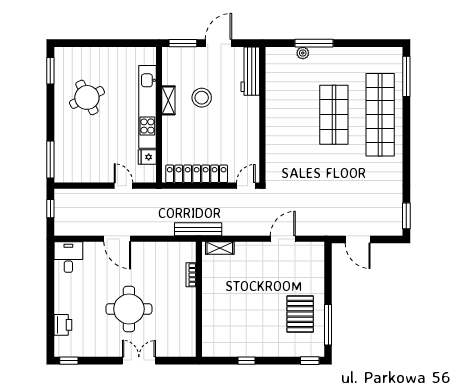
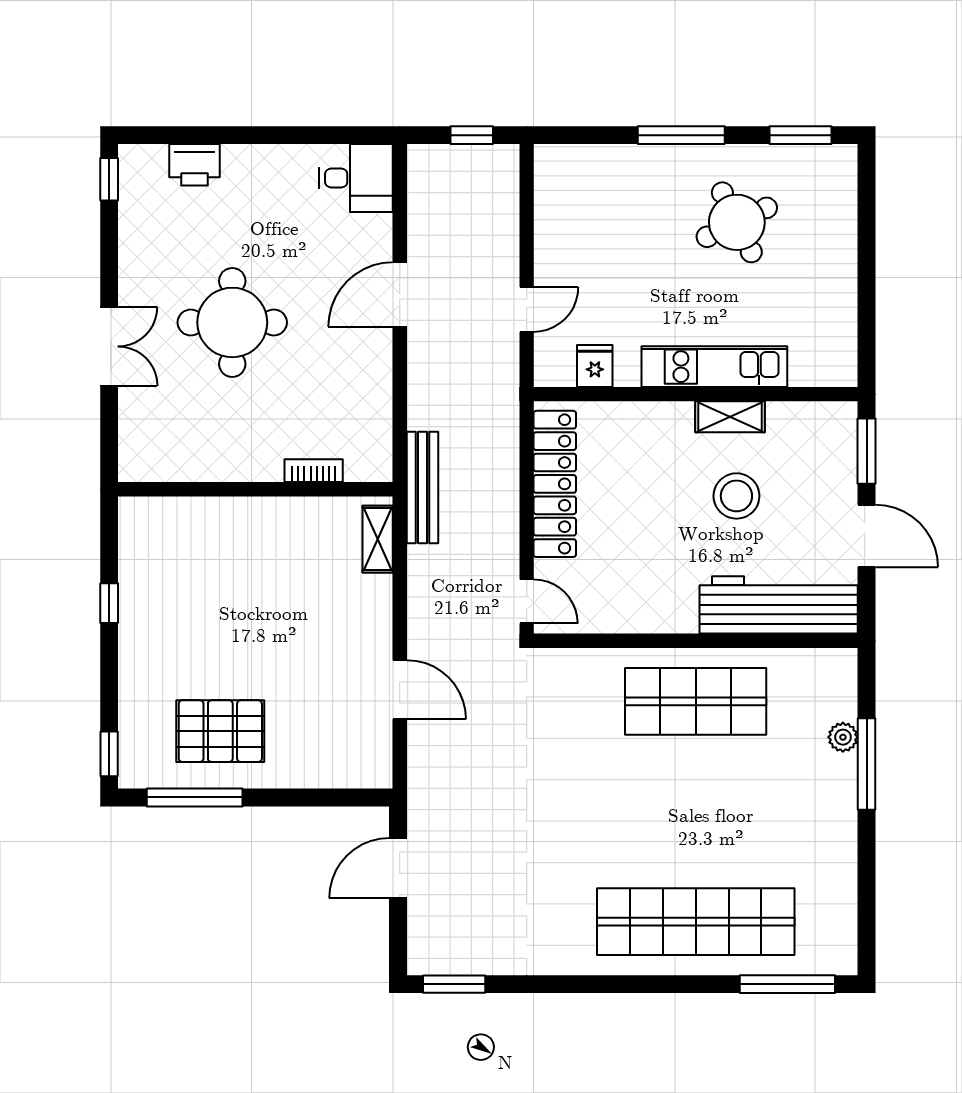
workbench: (250, 71) -> (779, 605), width x1.36, depth x1.32
kitchen unit: (147, 107) -> (714, 367), width x0.73
shop shelf: (334, 115) -> (696, 701), moved
window: (50, 160) -> (681, 135), moved

